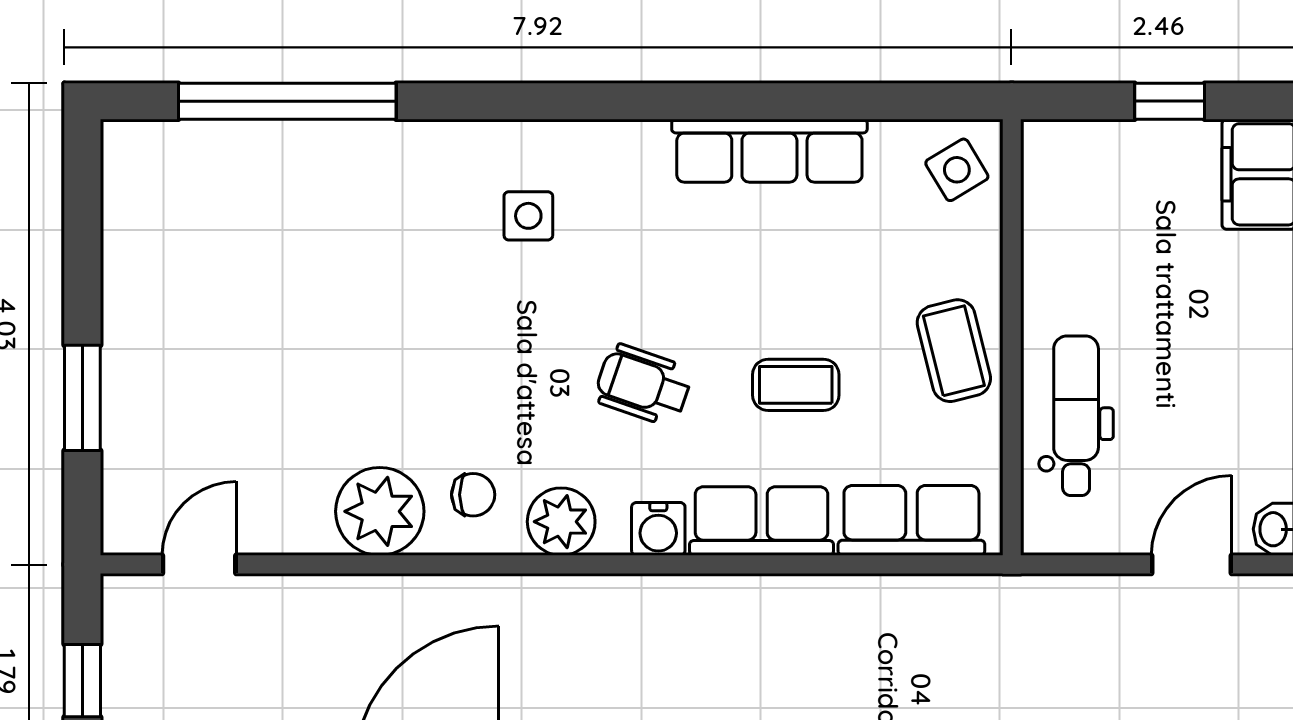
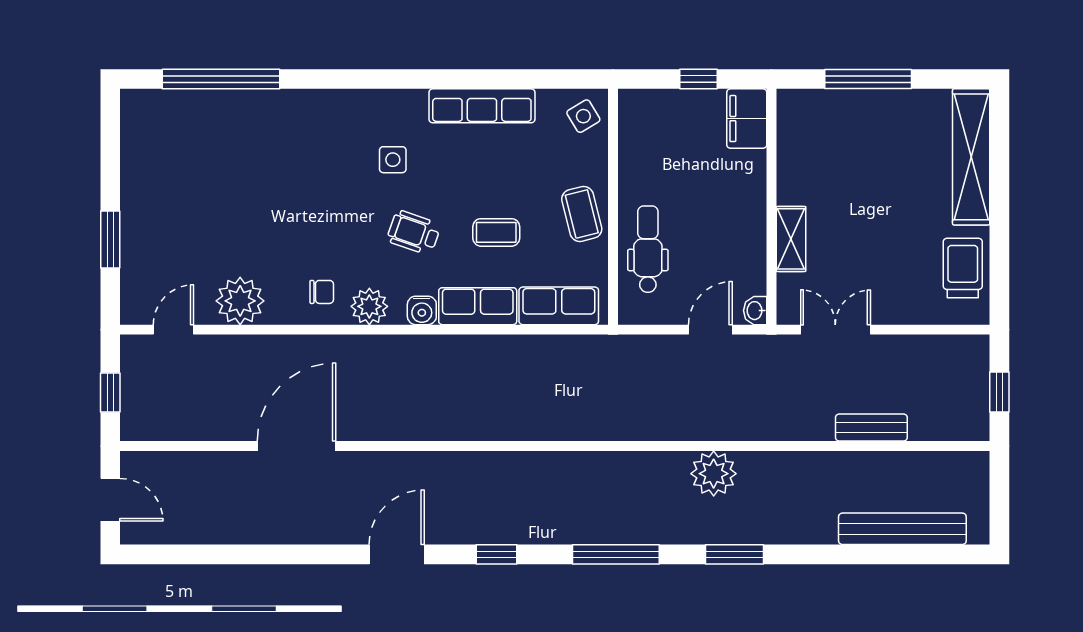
side table: (528, 216) -> (393, 160), moved
plant: (380, 511) -> (240, 301), moved

